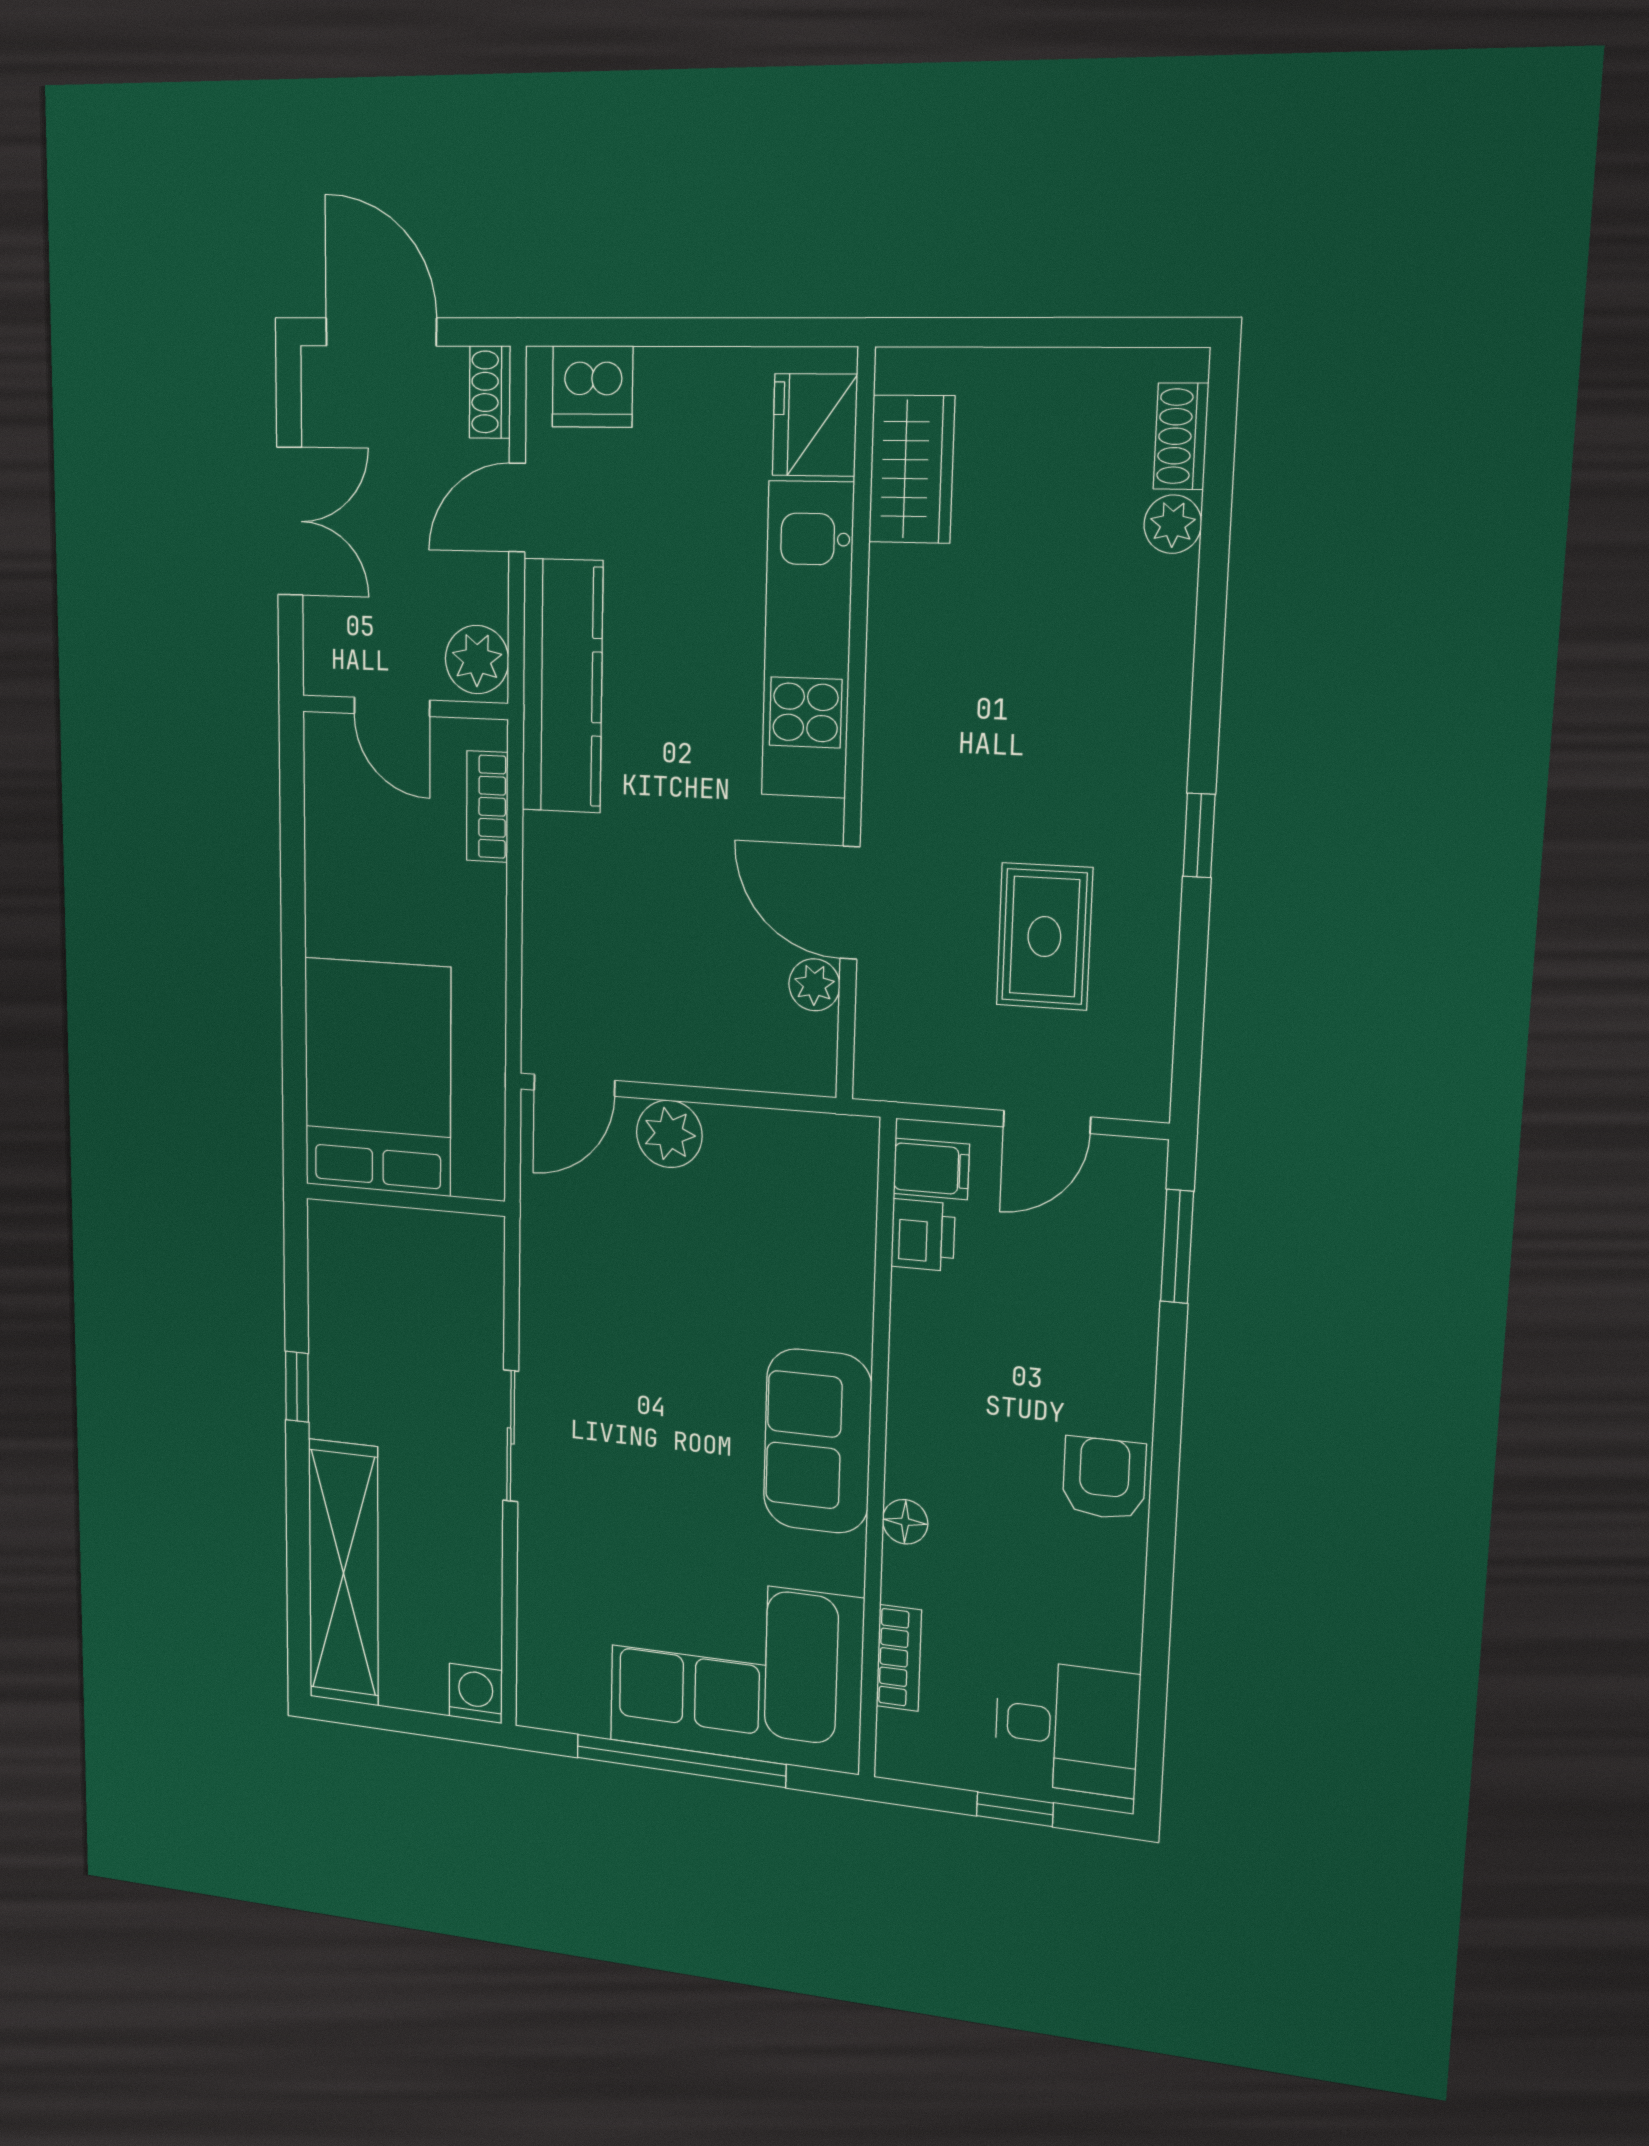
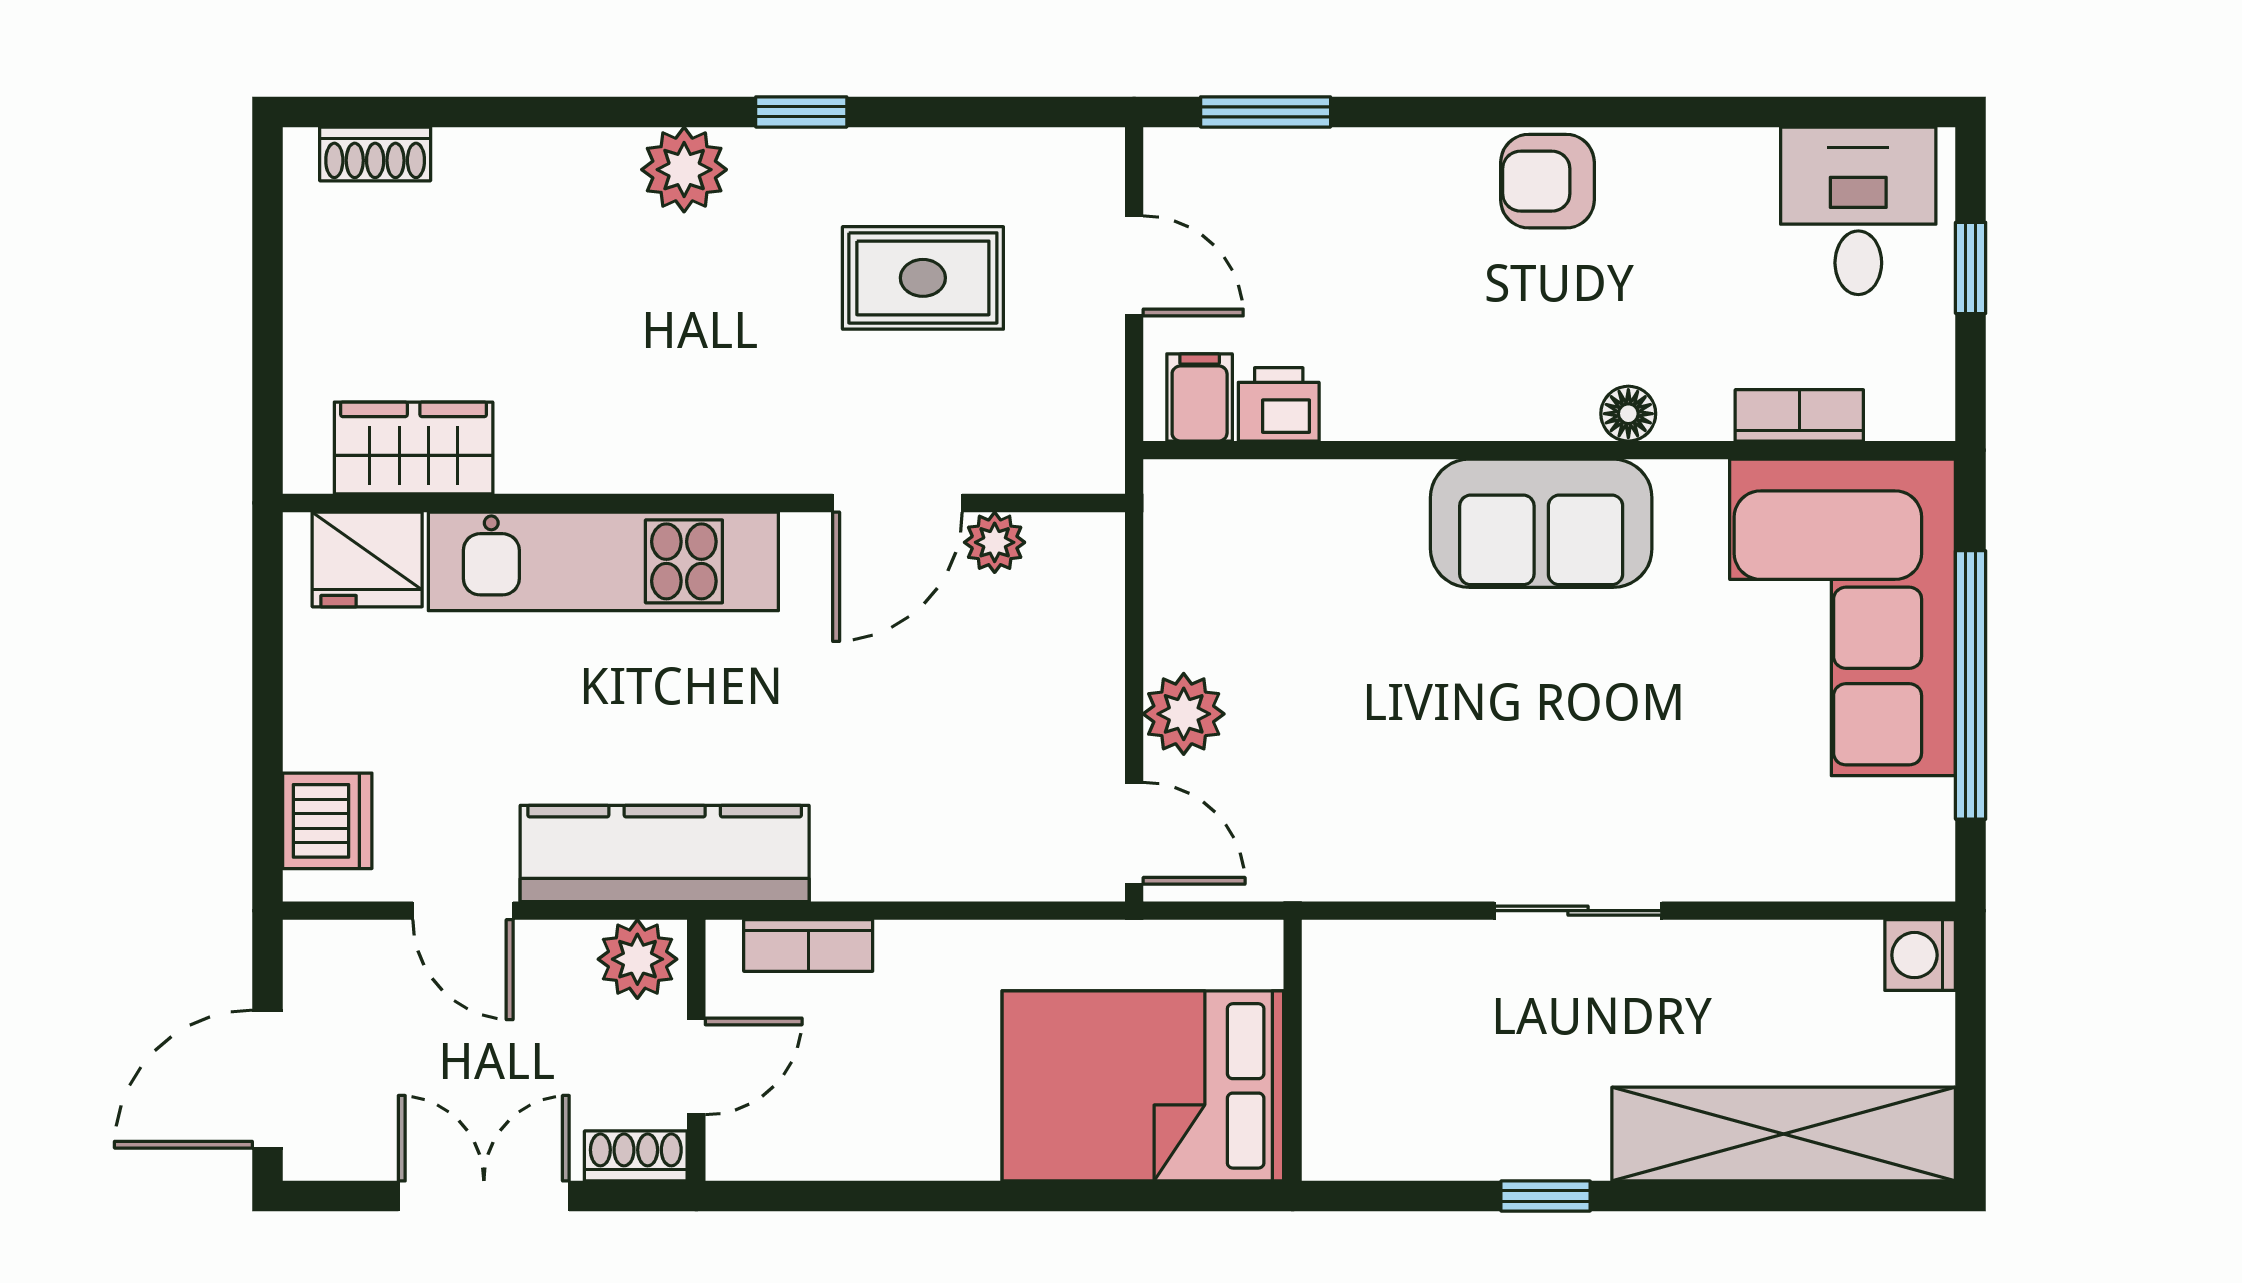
shoe rack: (490, 392) -> (636, 1156), moved, turned 180
plant: (1173, 524) -> (684, 170), moved, width x1.38, depth x1.38

